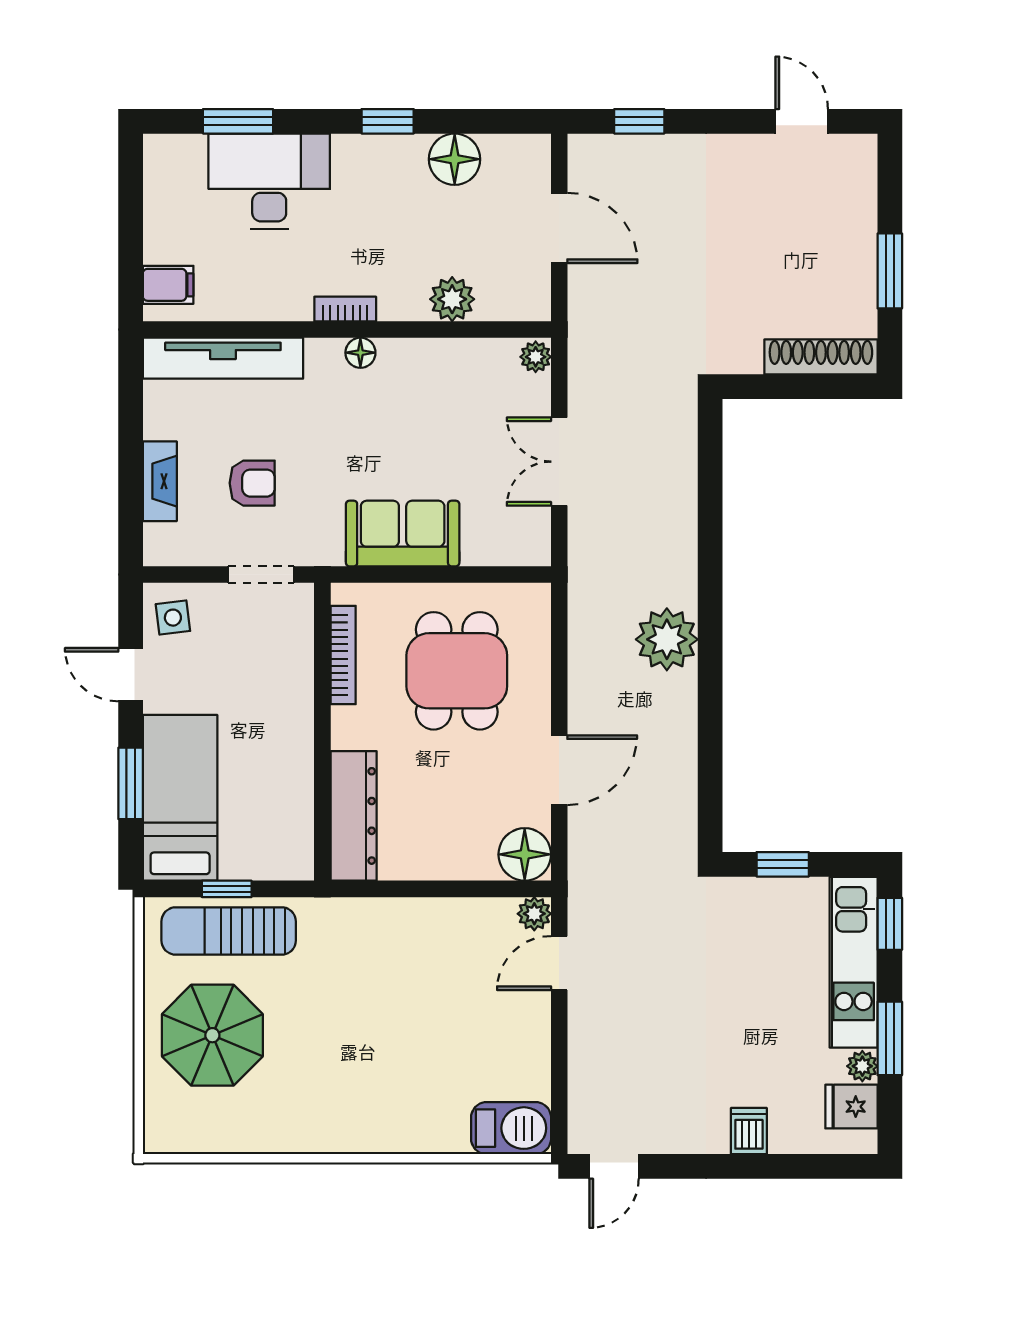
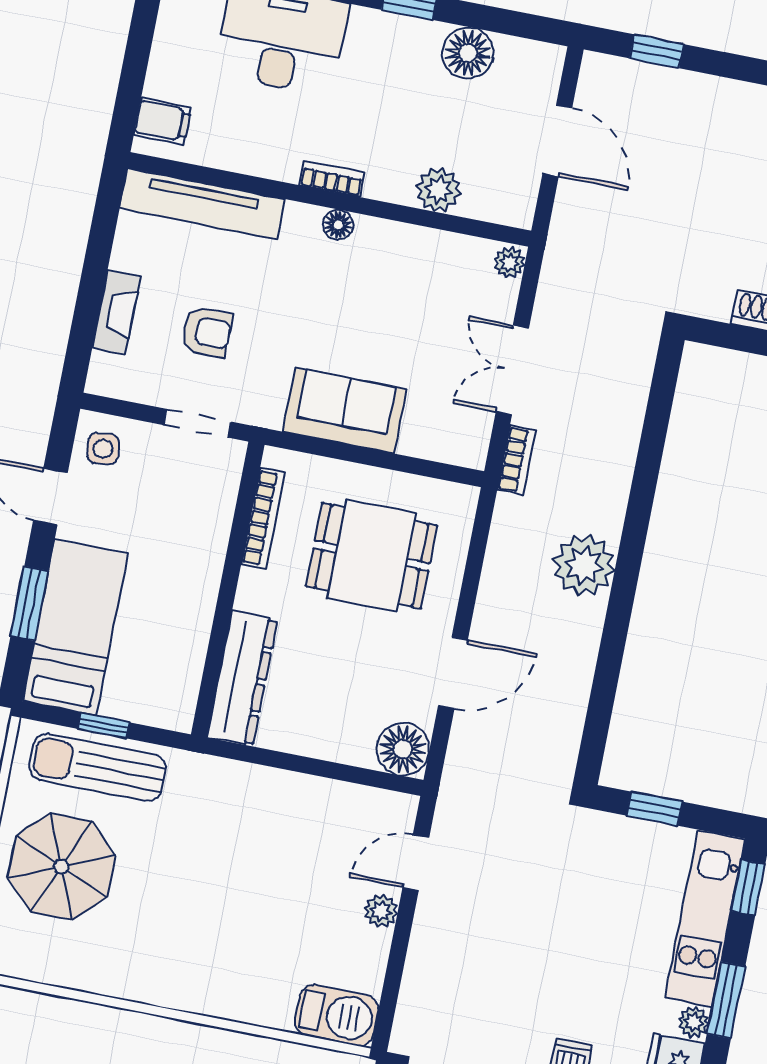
bookcase: (581, 549) -> (517, 460), added
dining table: (457, 671) -> (372, 556), turned 90
plant: (534, 914) -> (381, 911), moved

